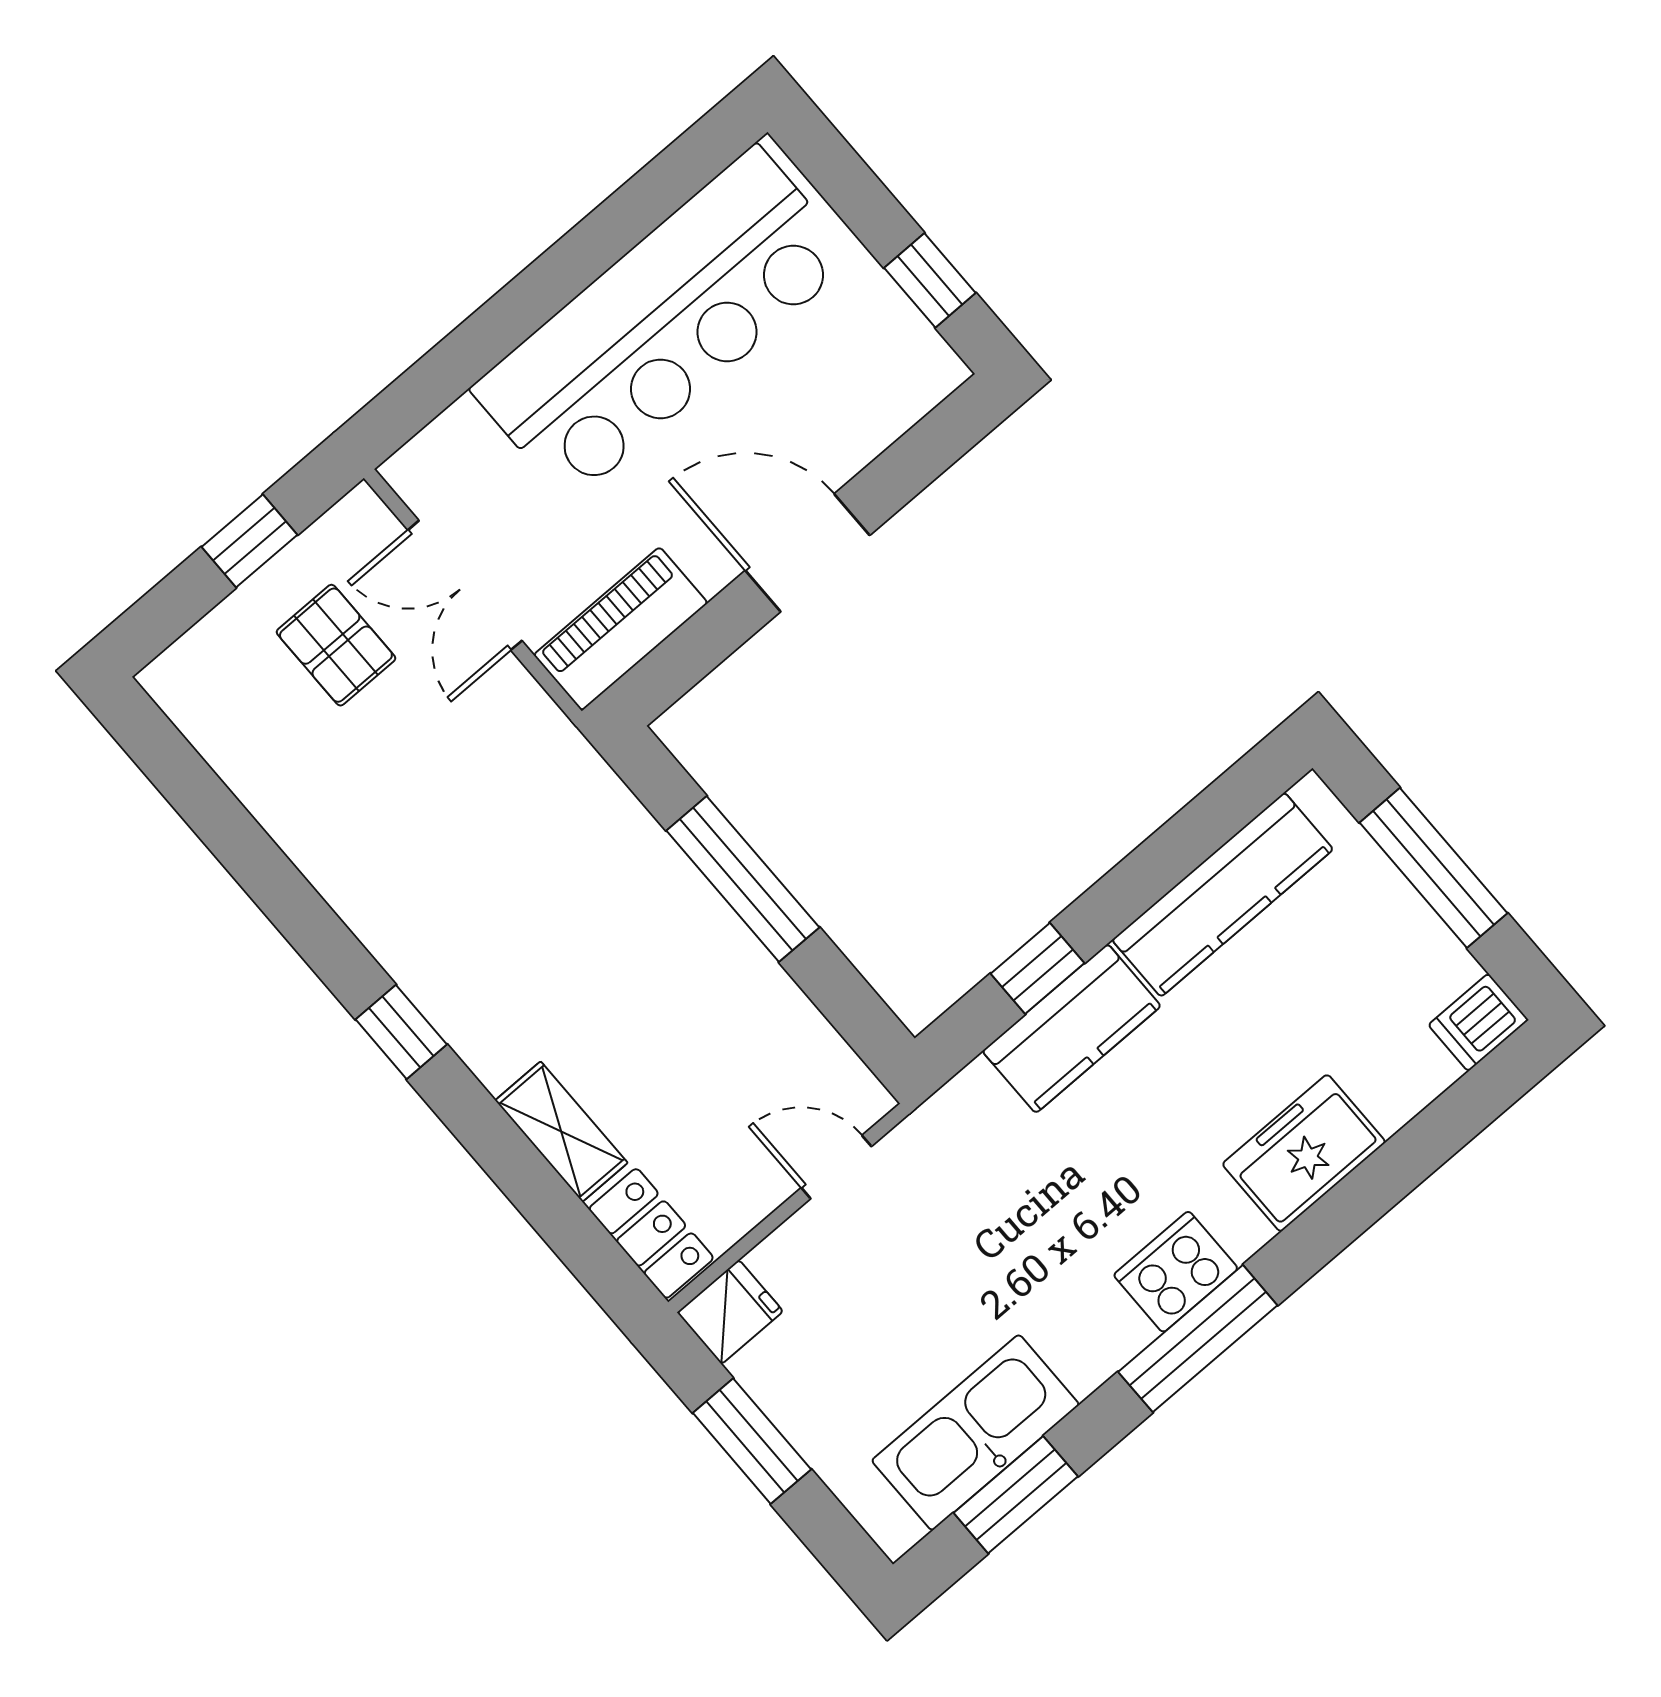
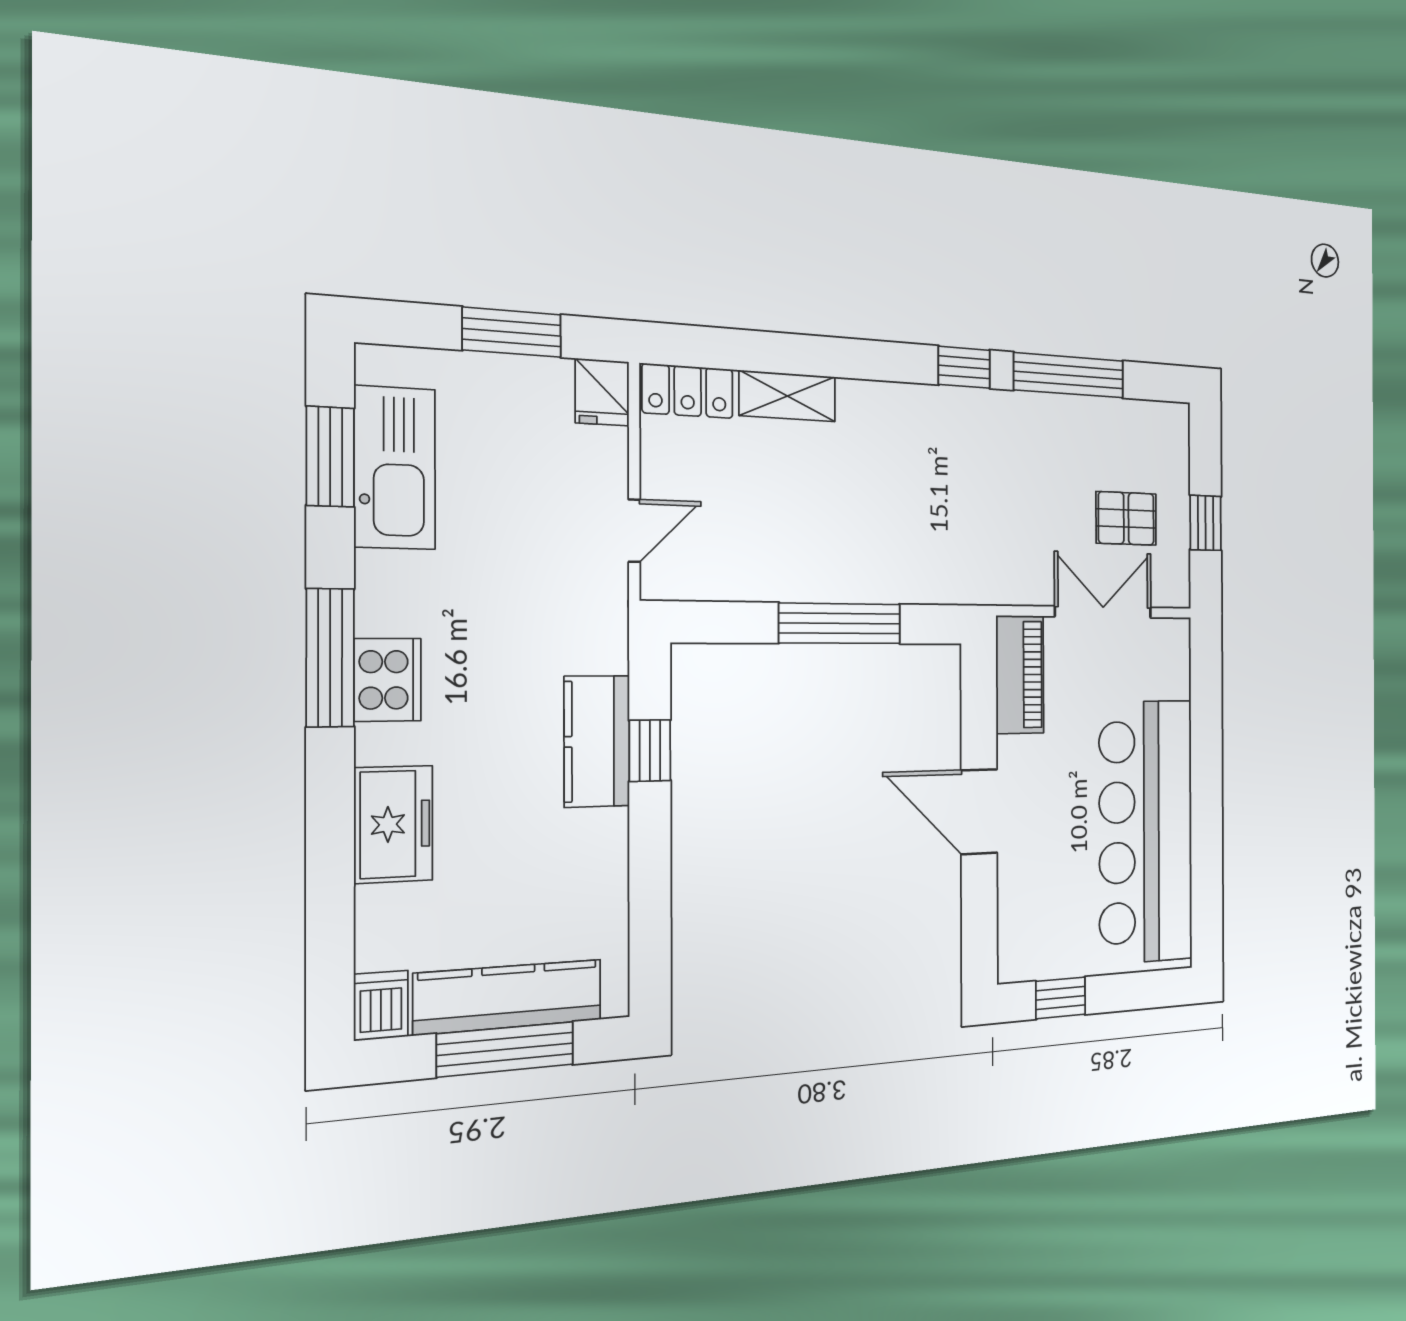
door: (807, 553) -> (979, 812), swing flipped
window: (243, 848) -> (1069, 375), added
kitchen counter: (1223, 895) -> (508, 997), moved, turned 90
window: (401, 1032) -> (964, 367), moved

